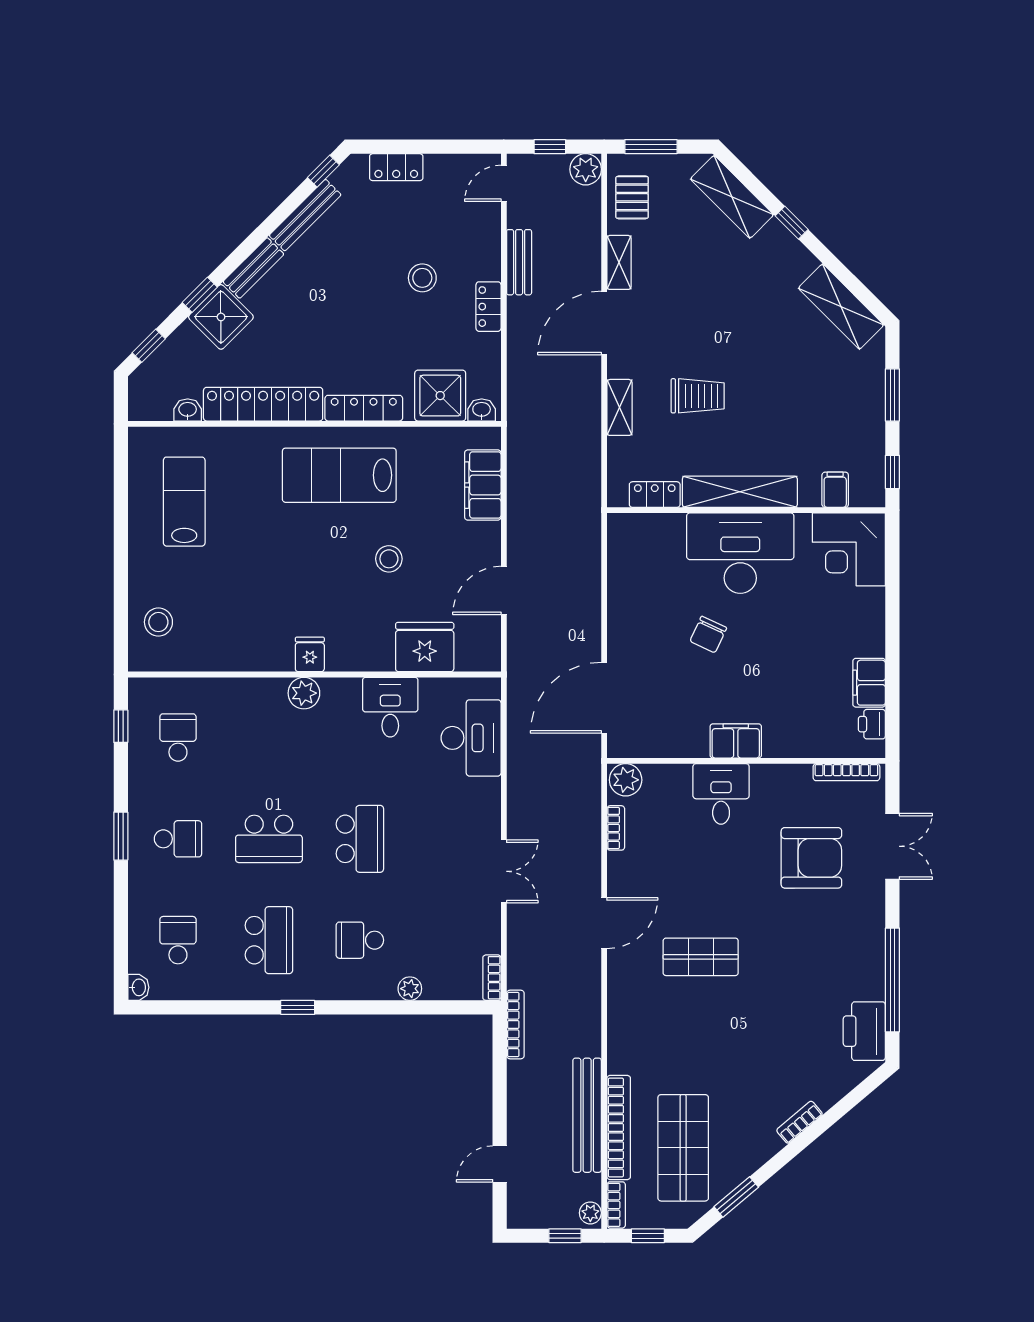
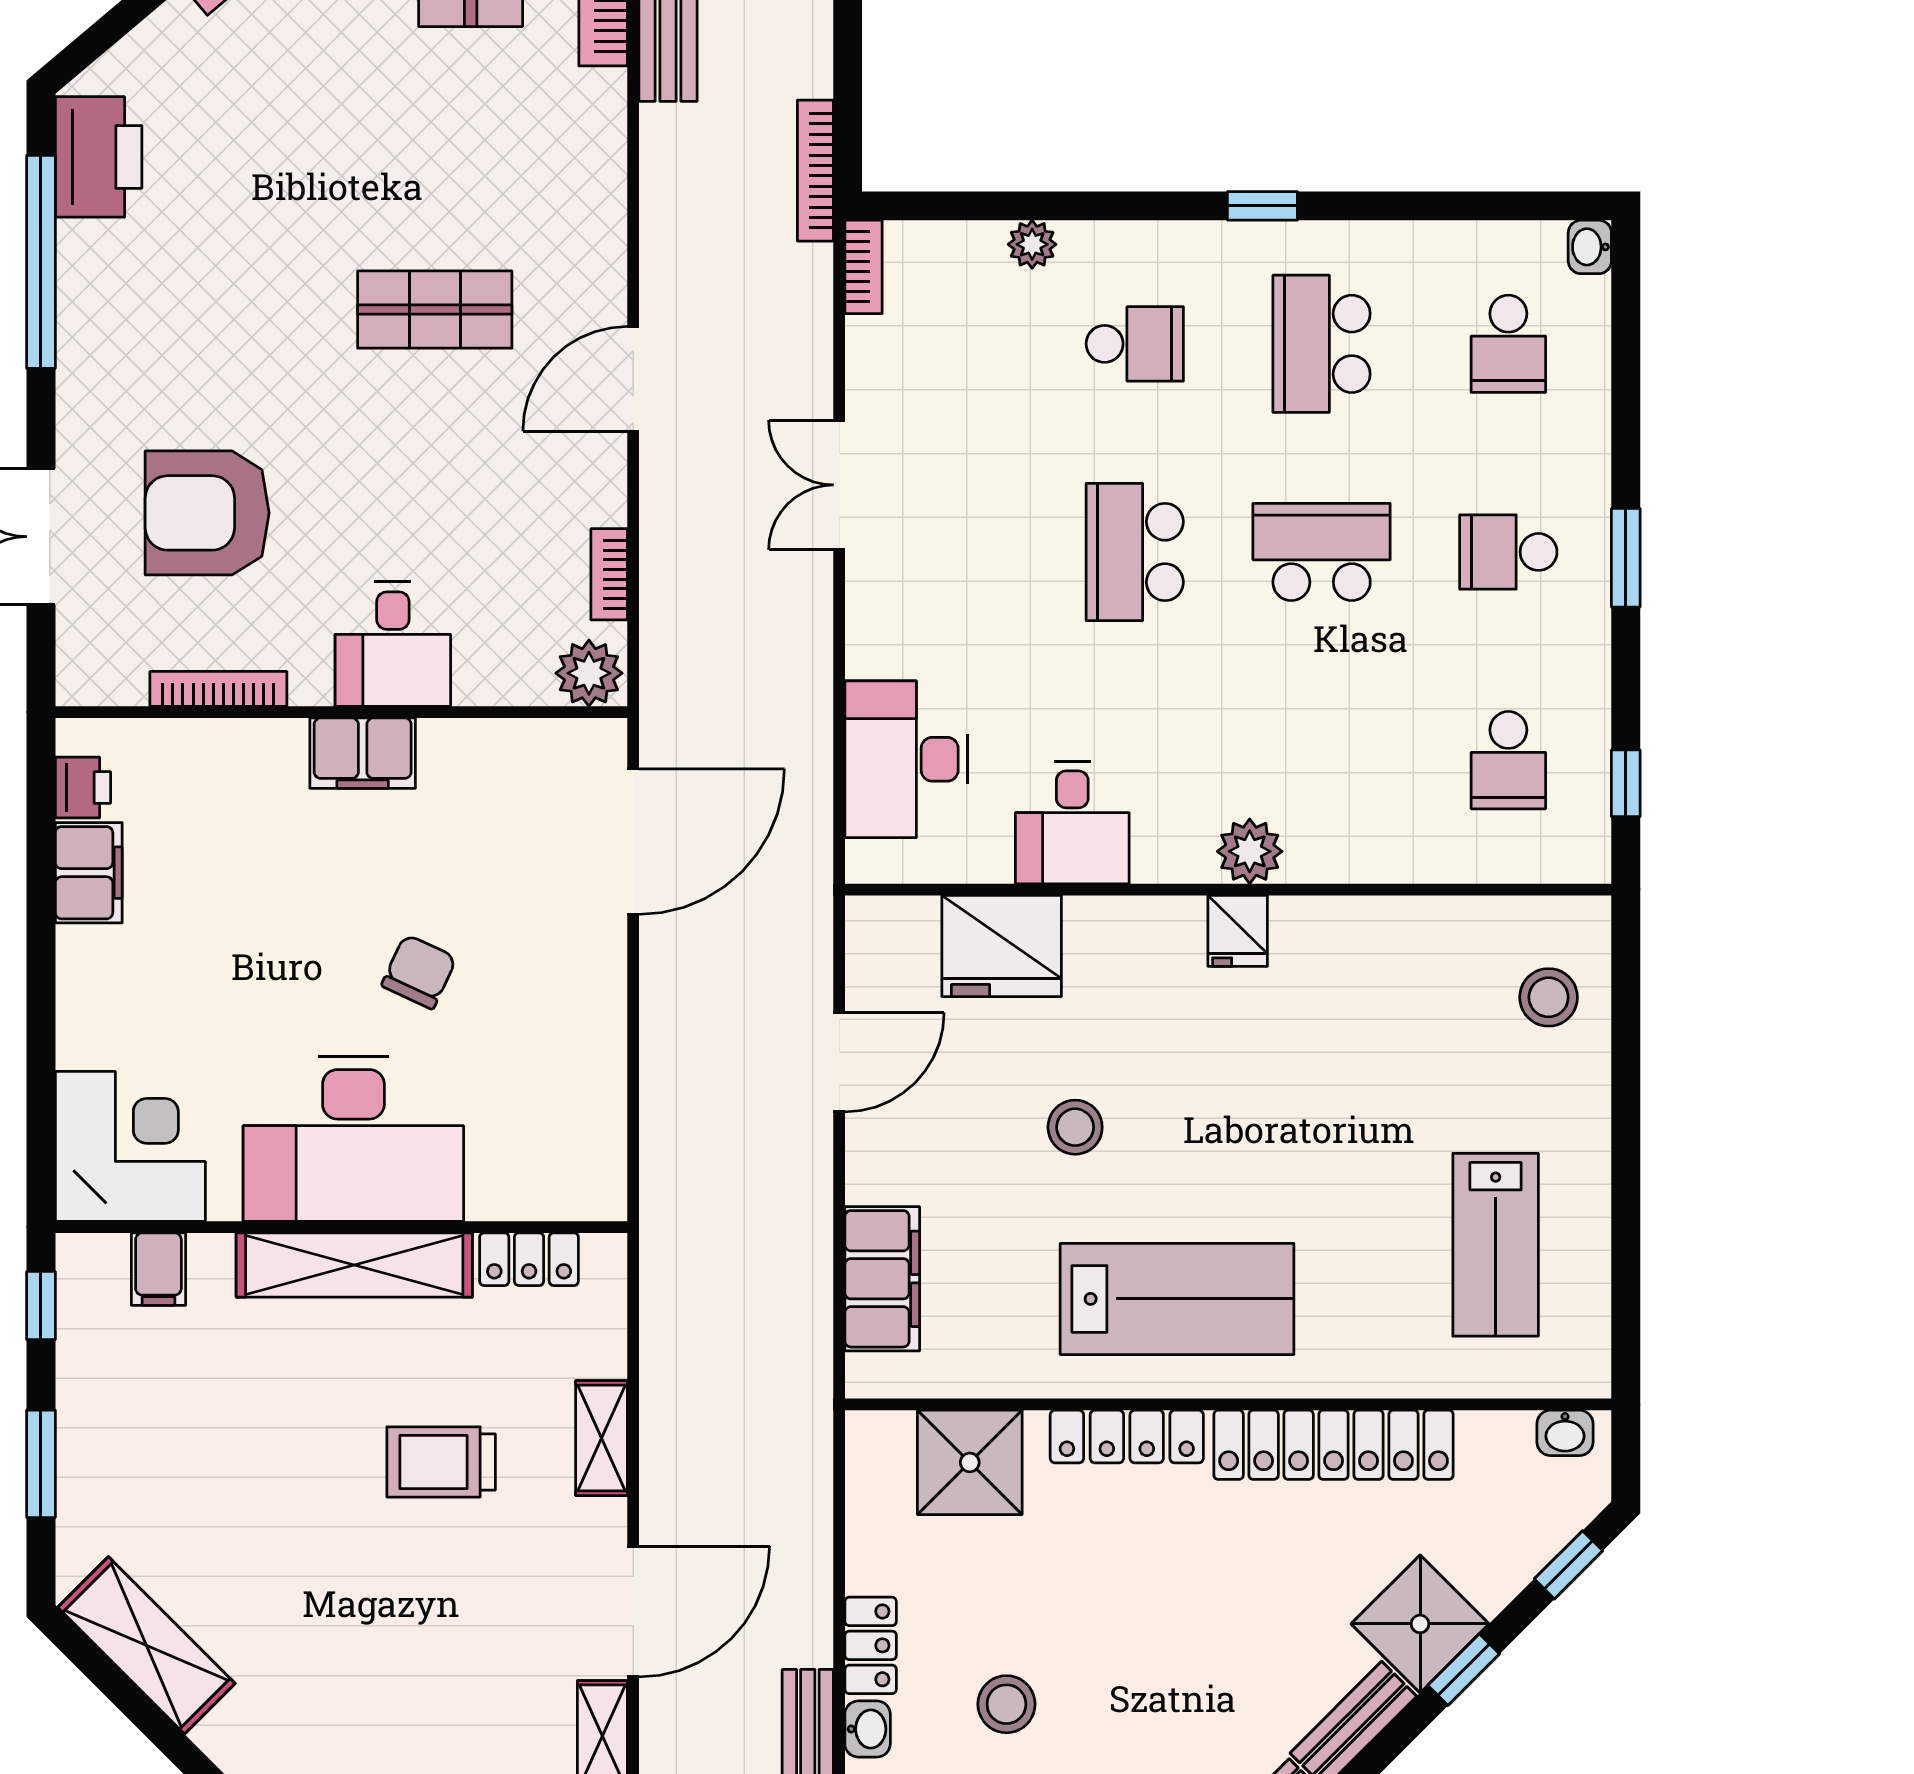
washbasin: (188, 410) -> (1565, 1433), moved
washbasin: (482, 410) -> (868, 1729), moved, turned -90
bookcase: (846, 772) -> (218, 689), moved

